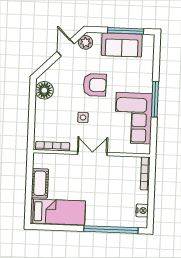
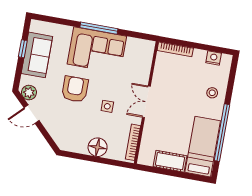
window: (126, 31) -> (23, 49), width x0.46
floor lamp: (44, 90) -> (98, 147), moved
corner sofa: (133, 118) -> (97, 50), moved
stool: (109, 214) -> (212, 93), added
window: (111, 230) -> (222, 133), moved

